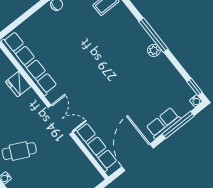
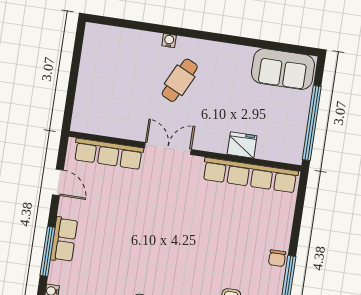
double door: (60, 120) -> (168, 149), swing flipped
door: (138, 157) -> (58, 182), width x0.53

